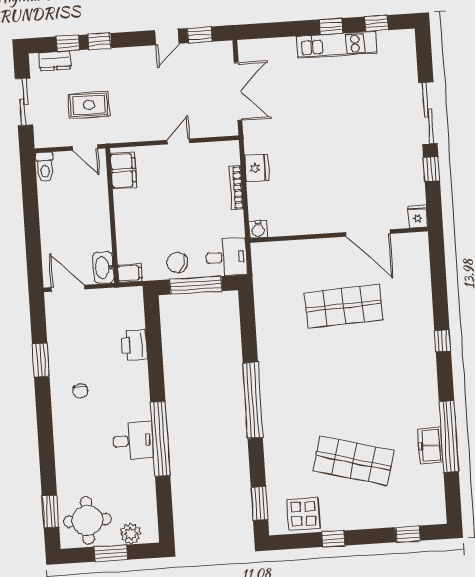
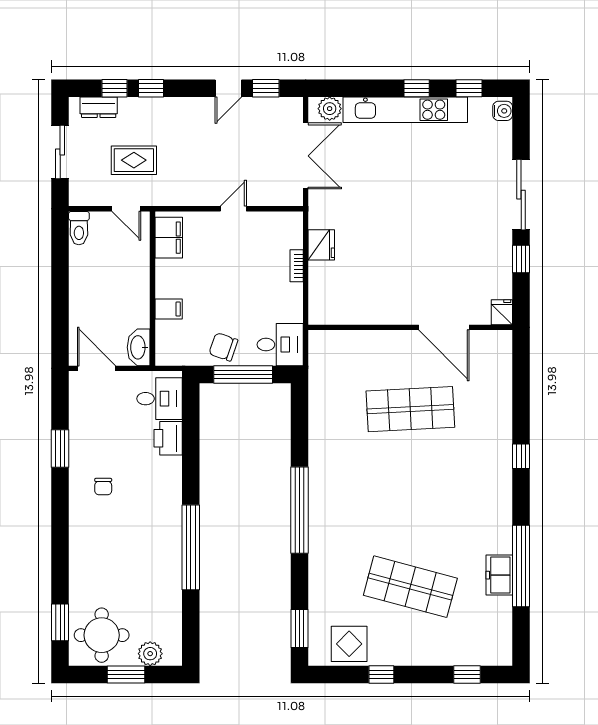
kitchen unit: (337, 45) -> (405, 110), width x1.36
plant: (256, 49) -> (330, 109), added
bookcase: (236, 188) -> (297, 266), width x0.64
water cooler: (258, 229) -> (503, 111), moved, turned -90
filing cabinet: (130, 273) -> (169, 309), moved
desk: (133, 441) -> (160, 399), moved

